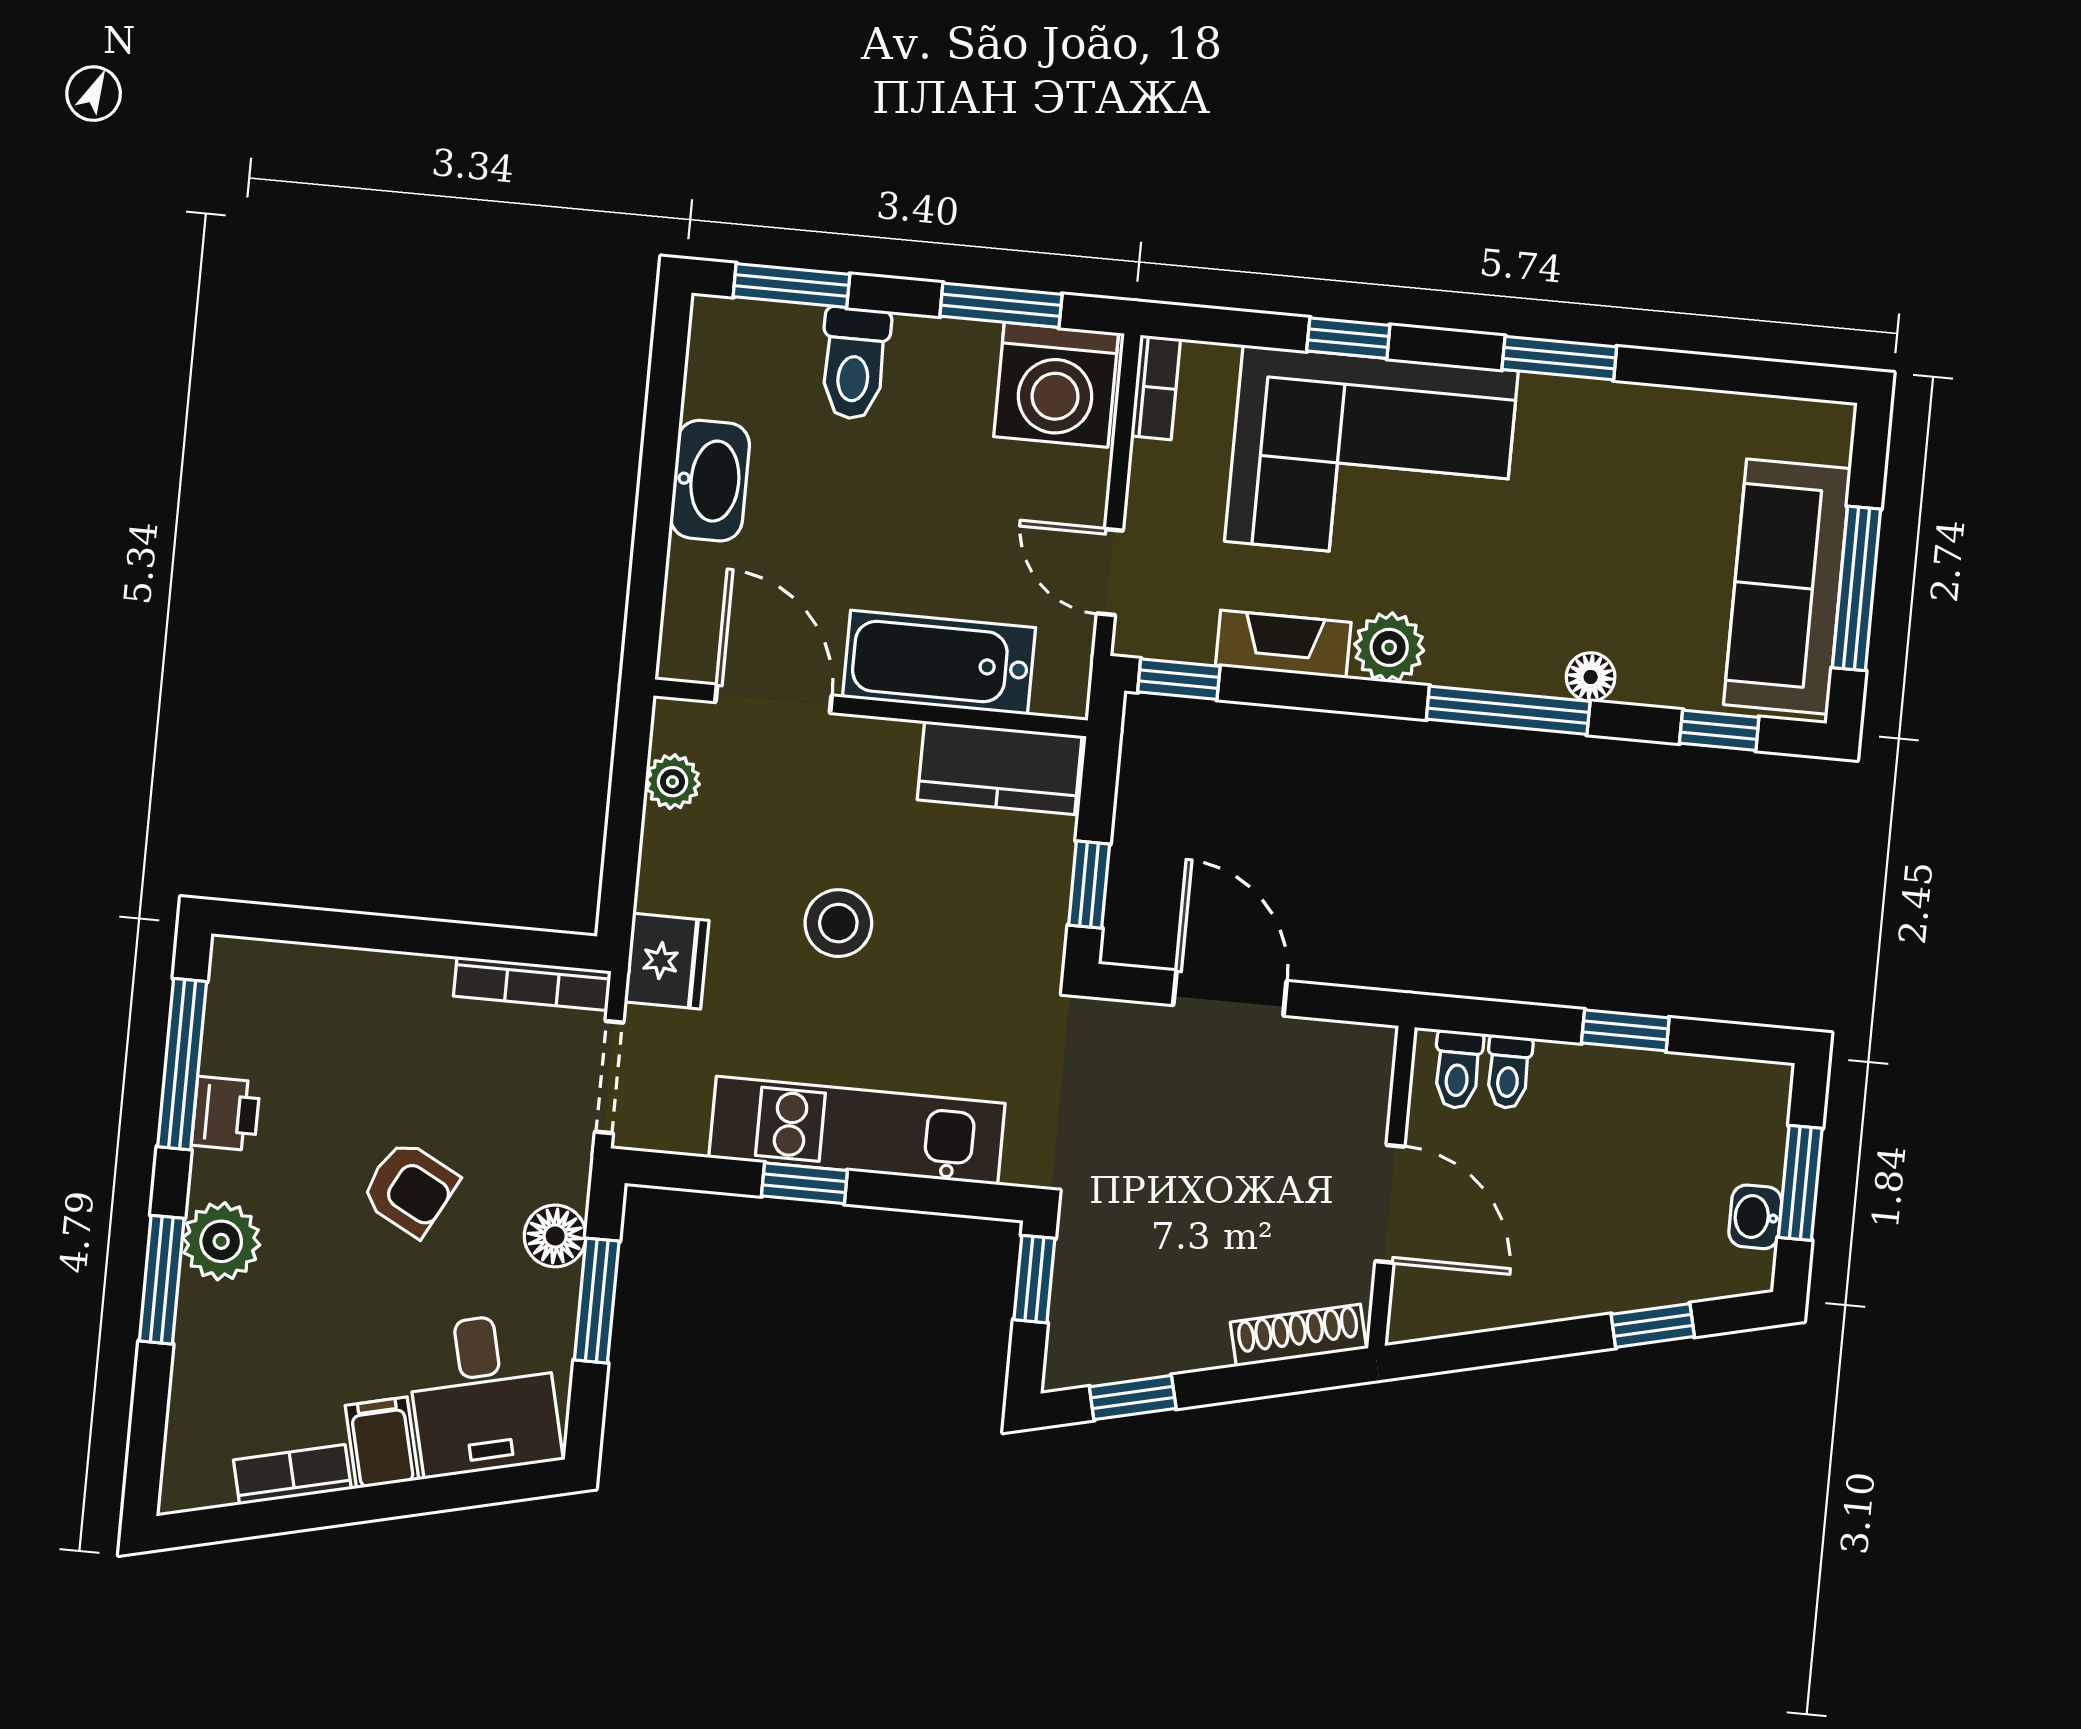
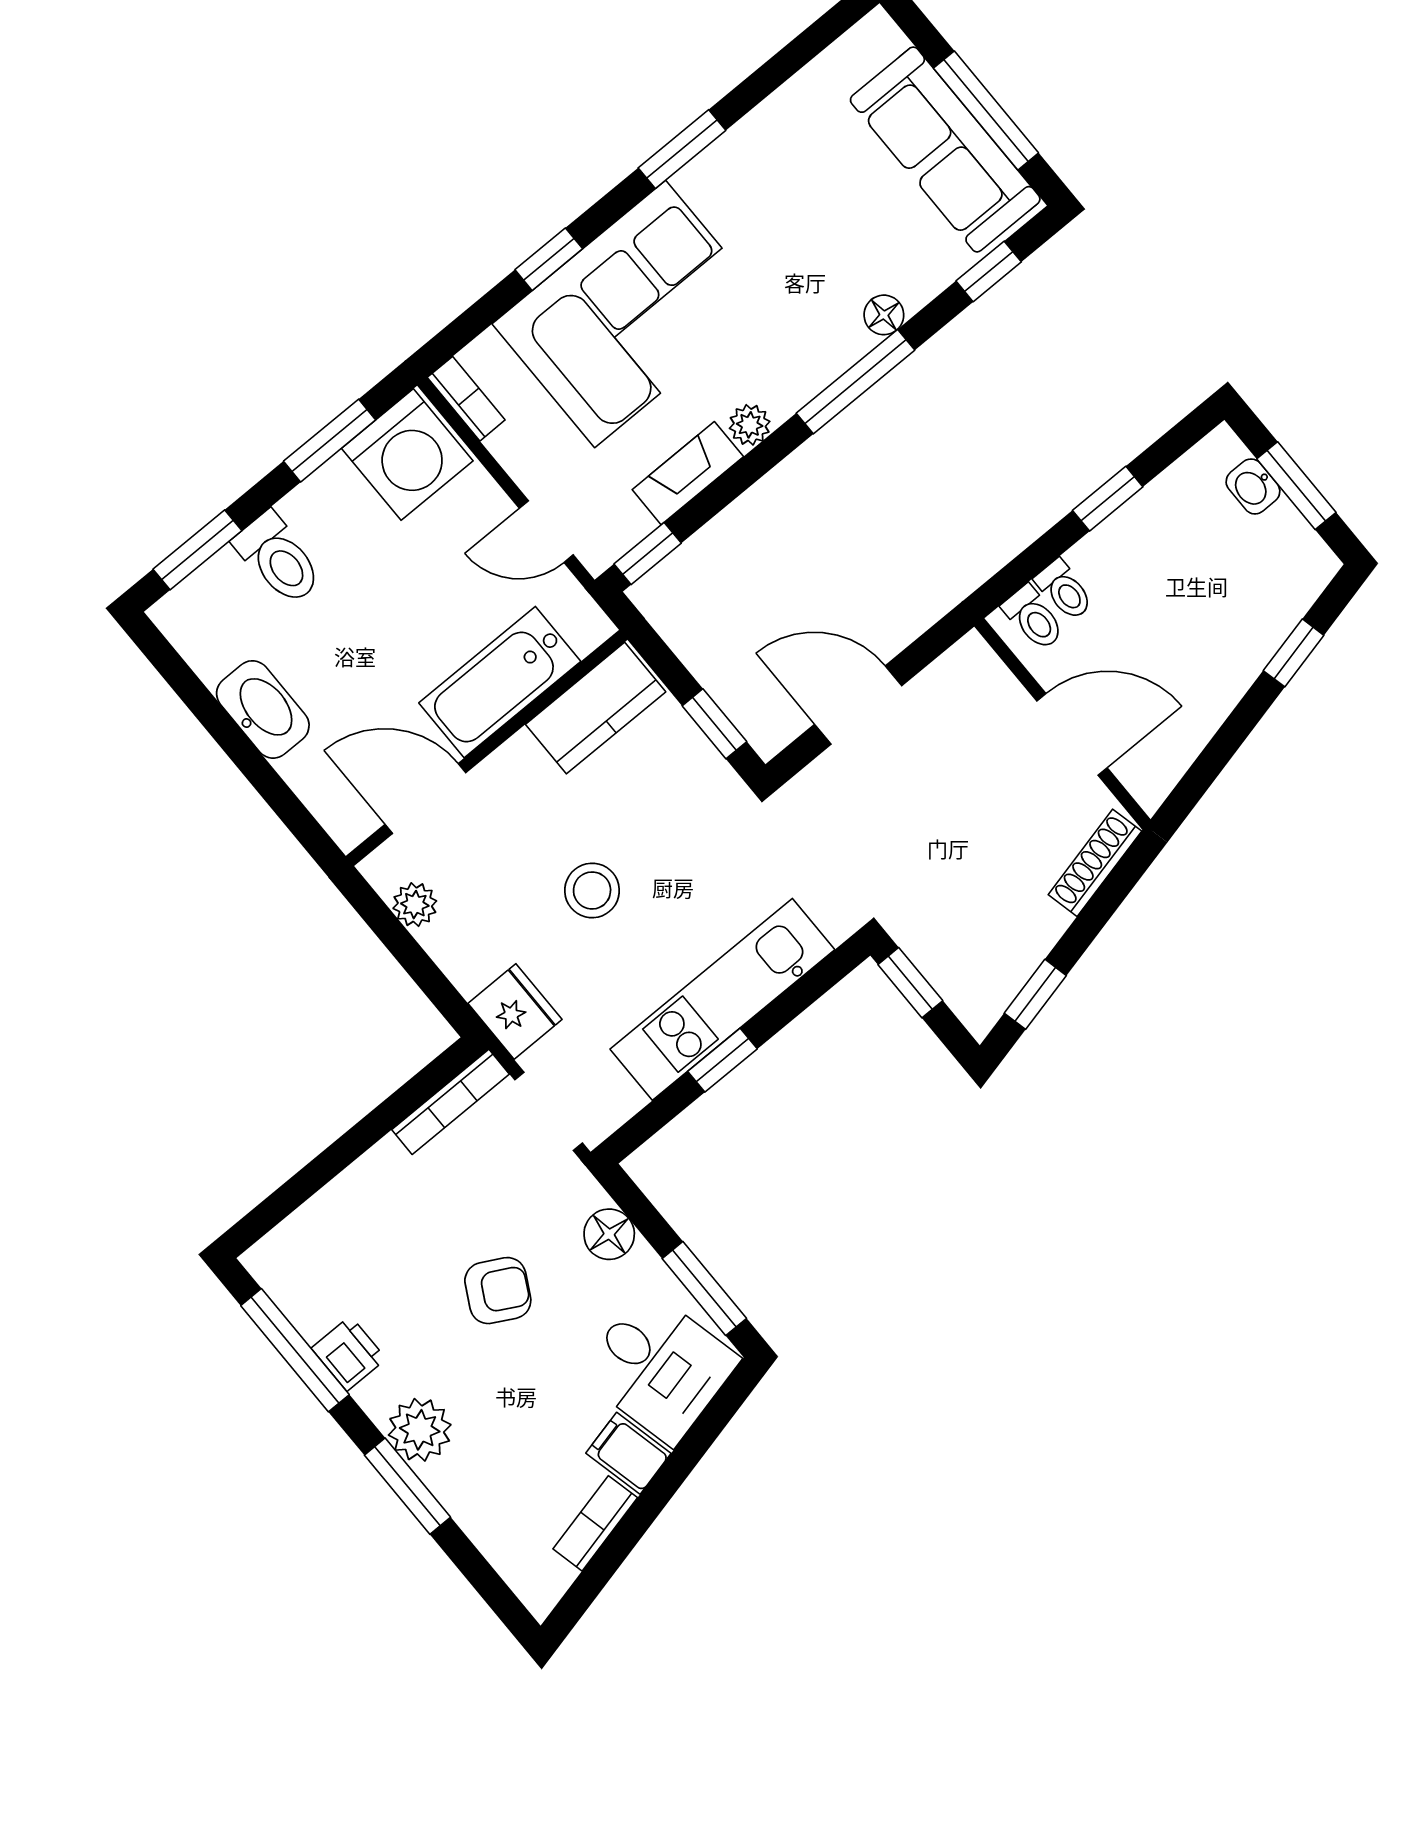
plant: (1389, 647) -> (750, 425), width x0.73, depth x0.73
washbasin: (1755, 1217) -> (1253, 486), moved
window: (597, 1301) -> (704, 1288), moved

